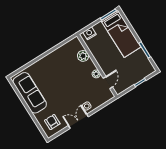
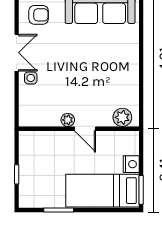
nightstand: (90, 33) -> (131, 164), moved
plant: (83, 56) -> (122, 117), moved
door: (108, 83) -> (85, 129), moved

